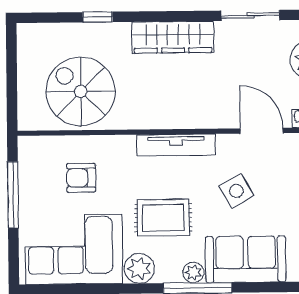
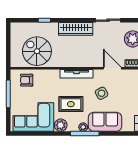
armchair: (81, 178) -> (27, 80), moved

